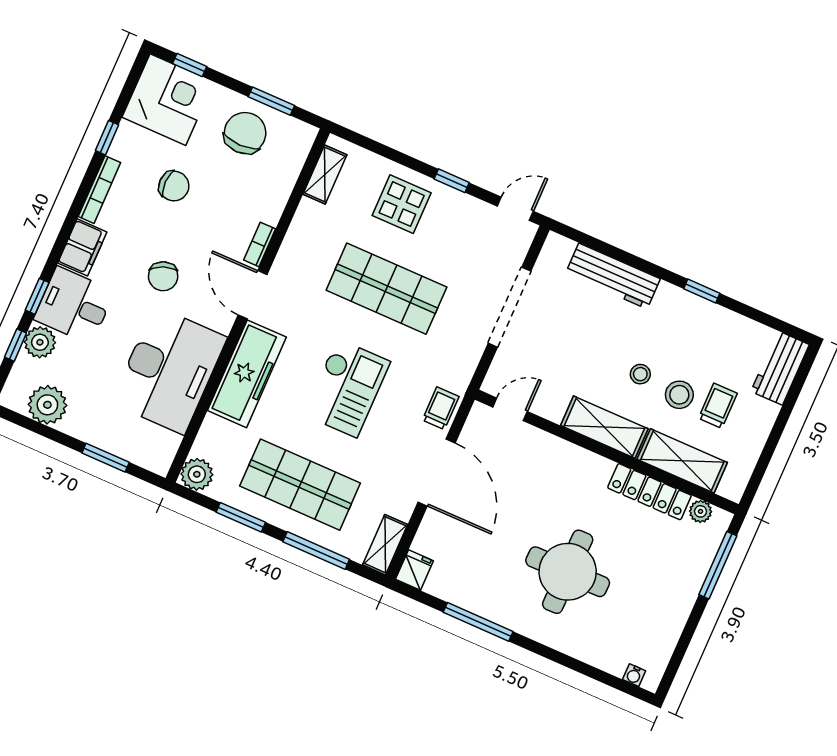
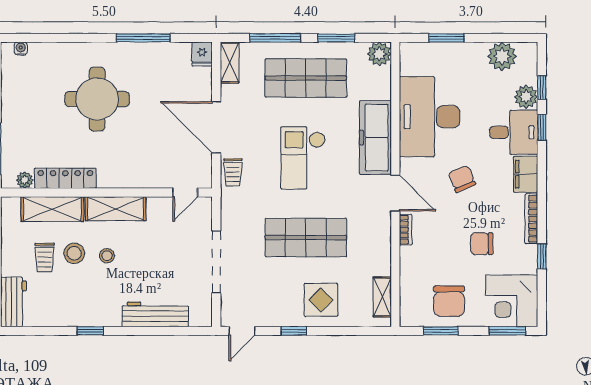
window: (190, 65) -> (507, 331), width x1.50

